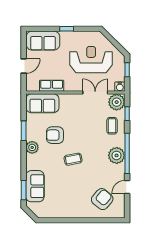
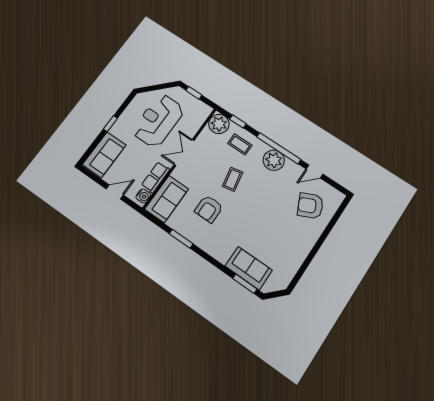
door: (24, 66) -> (115, 192), hinge flipped
water cooler: (120, 87) -> (143, 196), moved
double door: (95, 93) -> (184, 153), moved
plant: (32, 147) -> (205, 242), removed
coffee table: (73, 159) -> (233, 179), moved
door: (127, 187) -> (314, 172), hinge flipped
armchair: (102, 199) -> (310, 206), turned -65

